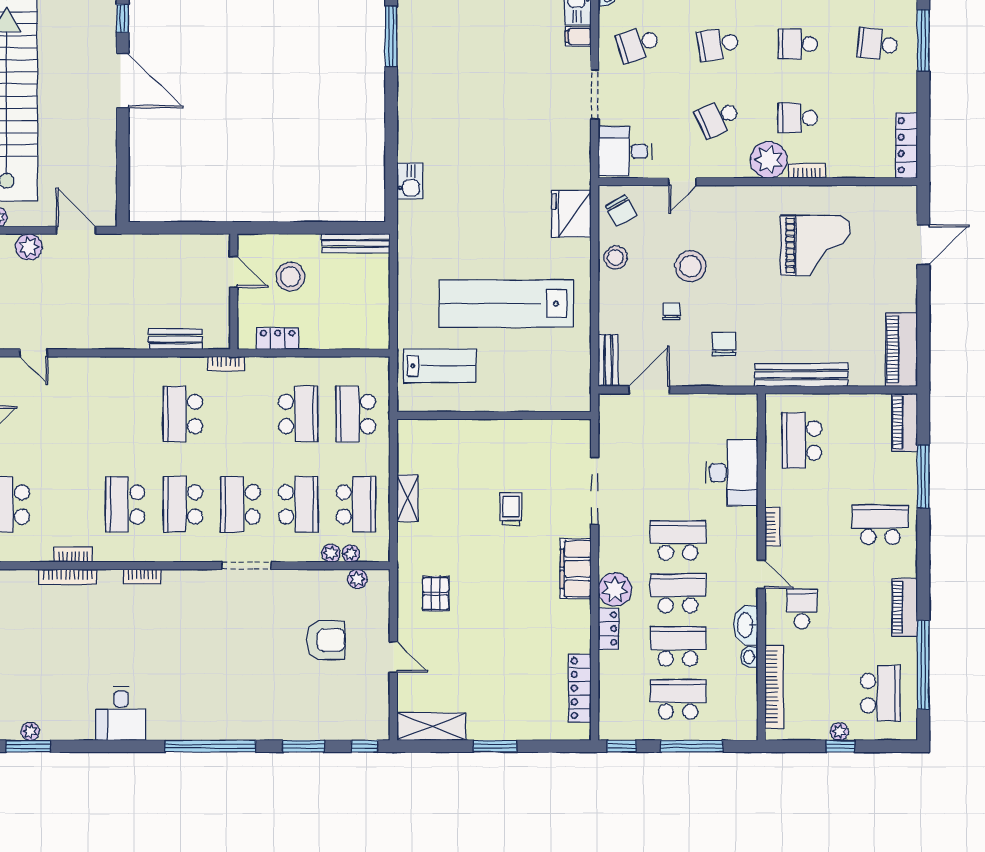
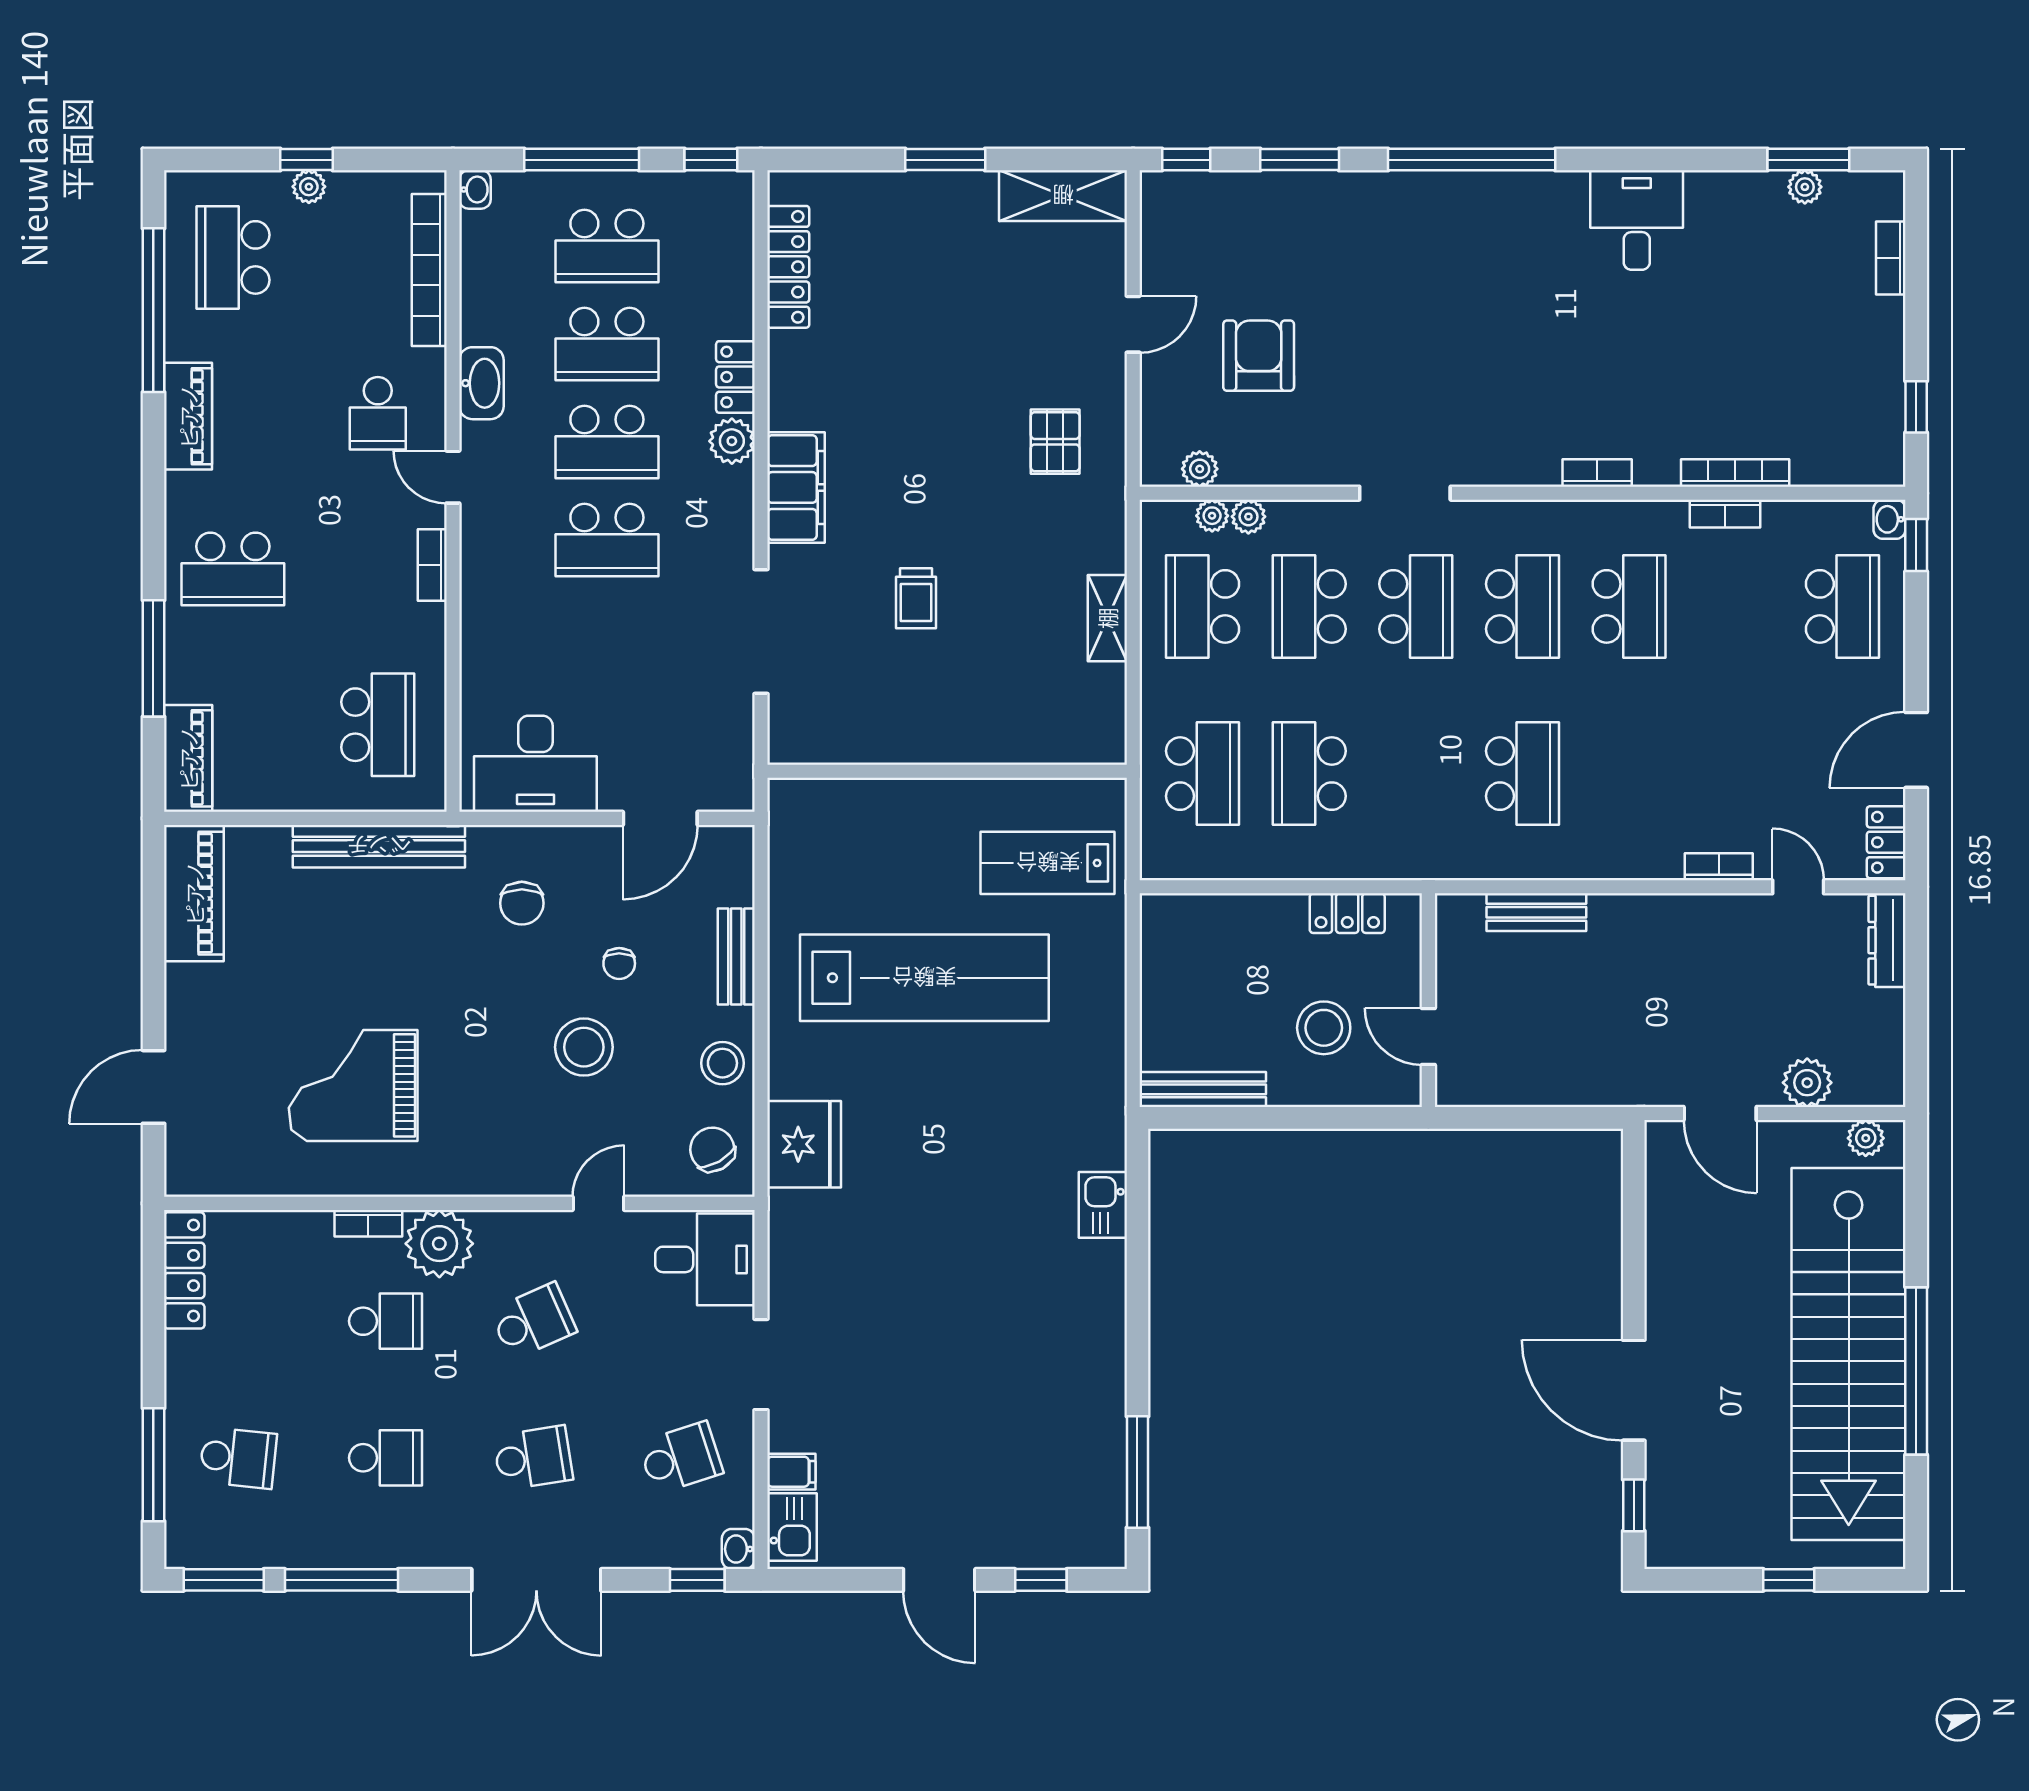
bench: (608, 360) -> (736, 956), moved
bookcase: (226, 364) -> (1719, 867), moved
desk: (732, 473) -> (535, 764), moved, turned -90
plant: (615, 589) -> (732, 441), width x0.73, depth x0.73
armchair: (326, 640) -> (1259, 356), turned 90
door: (393, 657) -> (1133, 324), swing flipped
washbasin: (749, 657) -> (475, 189), moved

